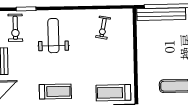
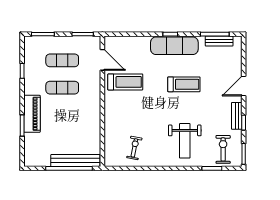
treadmill: (55, 91) -> (184, 84), turned 180

